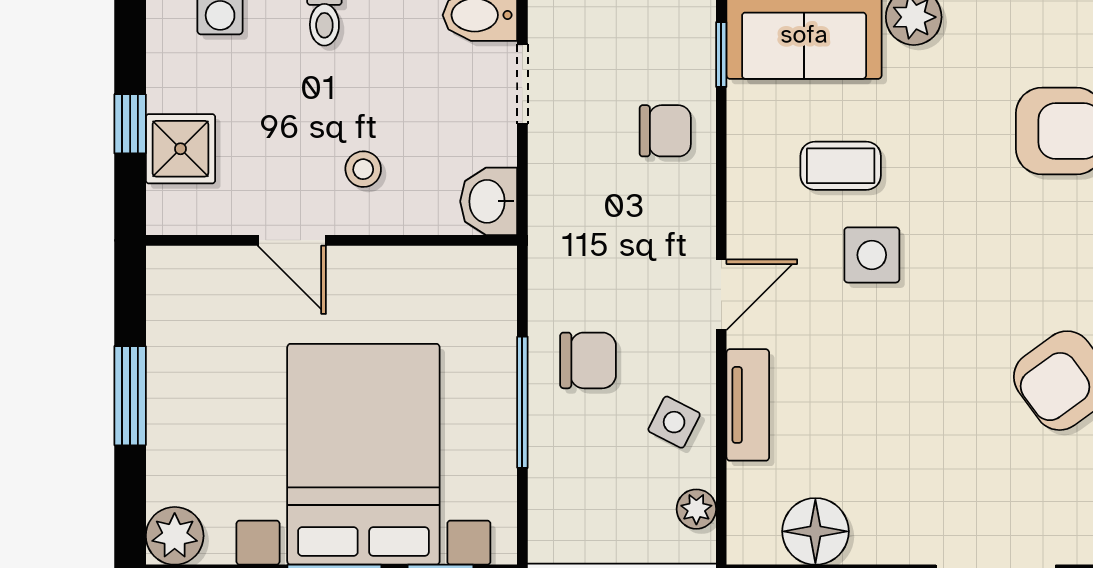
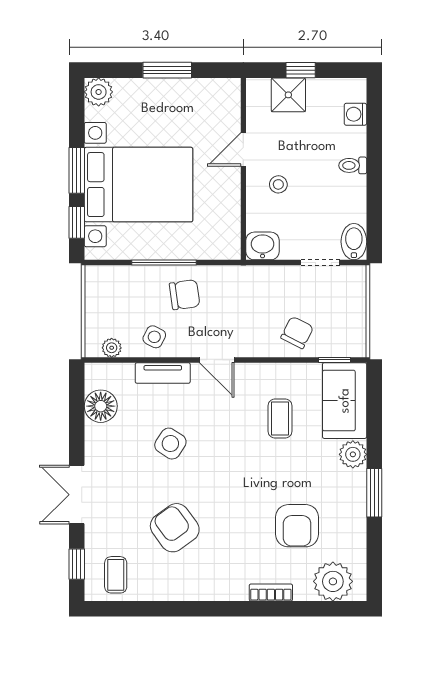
chair: (665, 131) -> (297, 333), turned -153
side table: (872, 255) -> (170, 444), moved, turned 33
chair: (588, 360) -> (185, 295), turned -98

